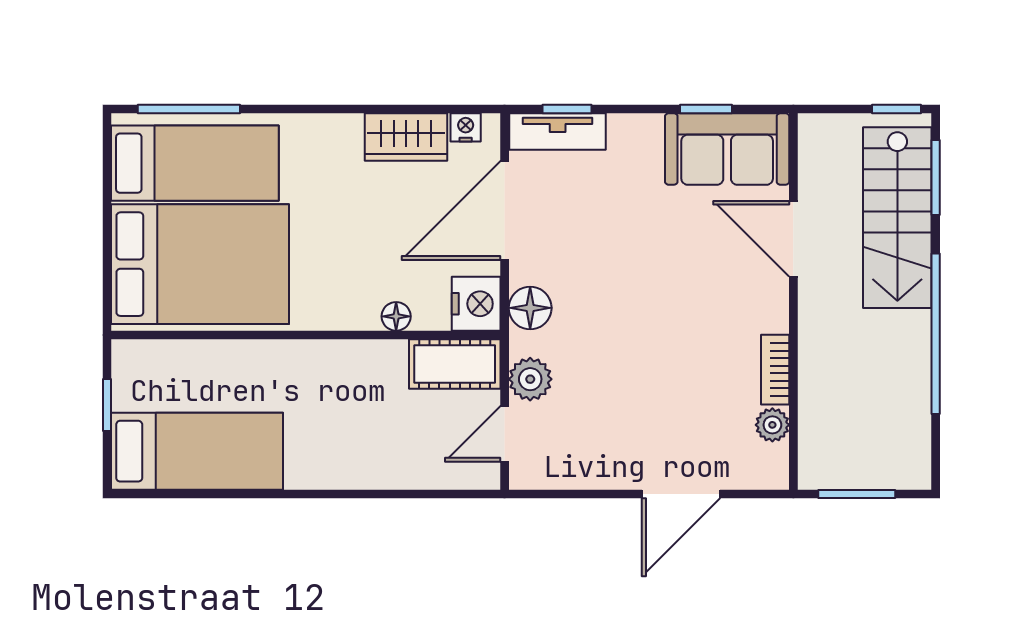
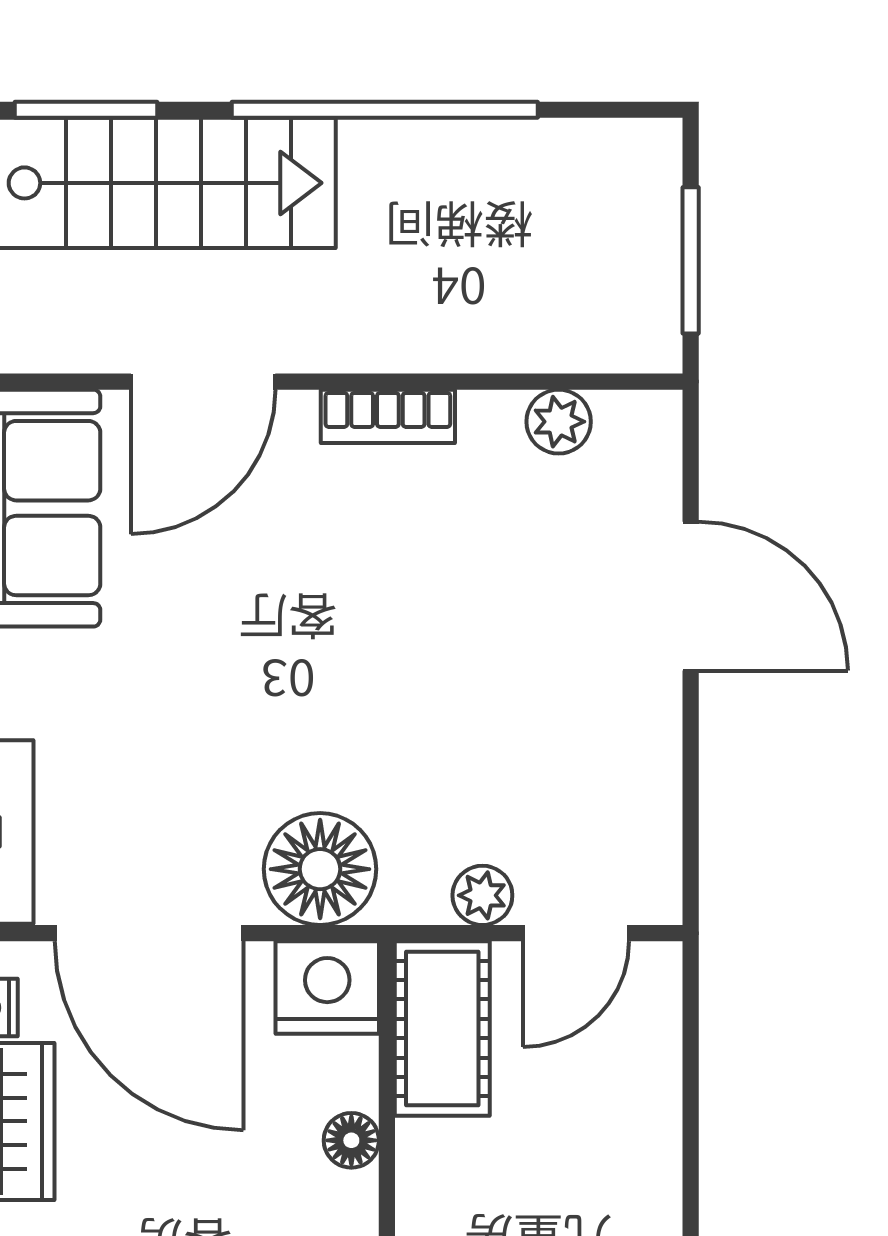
floor lamp: (530, 308) -> (320, 869), width x1.38, depth x1.38
bookcase: (775, 370) -> (388, 416), moved
plant: (530, 379) -> (482, 895), width x0.73, depth x0.73
door: (505, 434) -> (576, 933), hinge flipped

